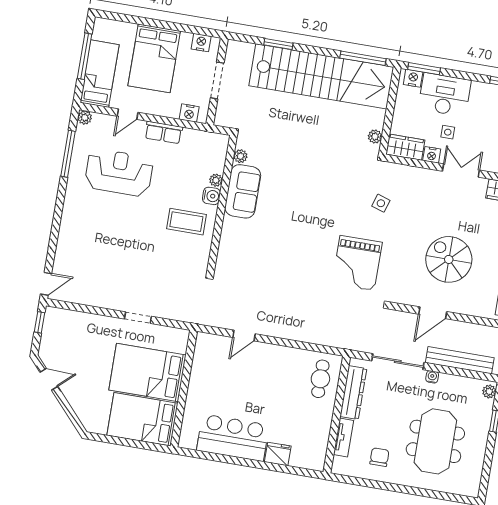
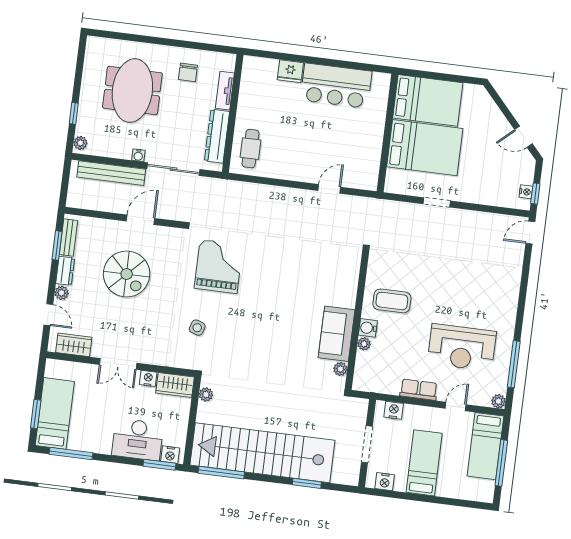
bed: (154, 58) -> (424, 463), width x0.67
side table: (448, 132) -> (133, 402), removed
nightstand: (49, 324) -> (526, 192), added

